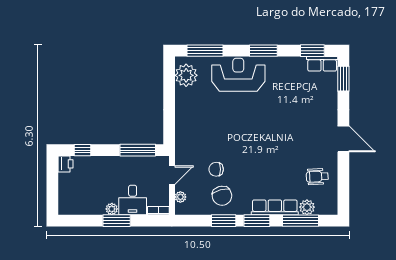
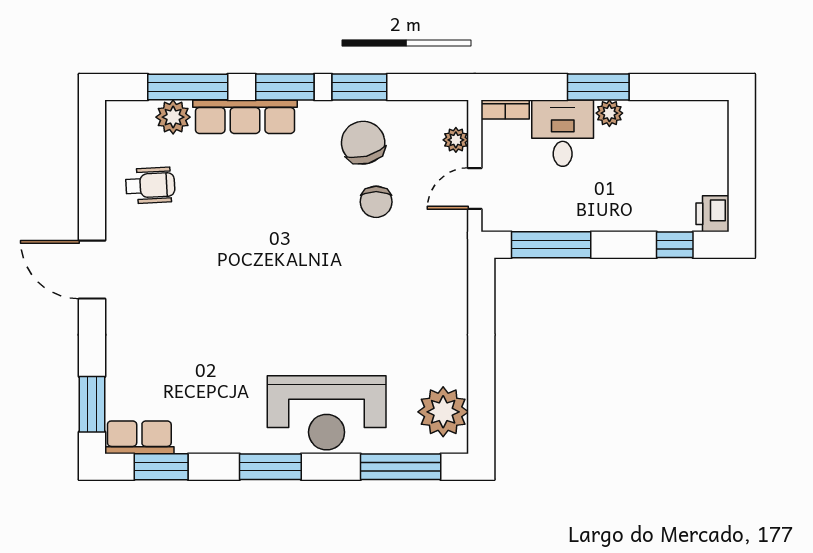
chair: (216, 169) -> (376, 202), turned 90

